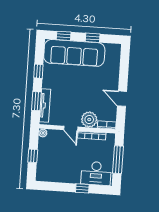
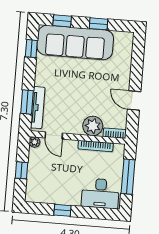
window: (38, 71) -> (31, 49), moved
door: (71, 128) -> (54, 135), moved
window: (82, 188) -> (62, 210), moved

